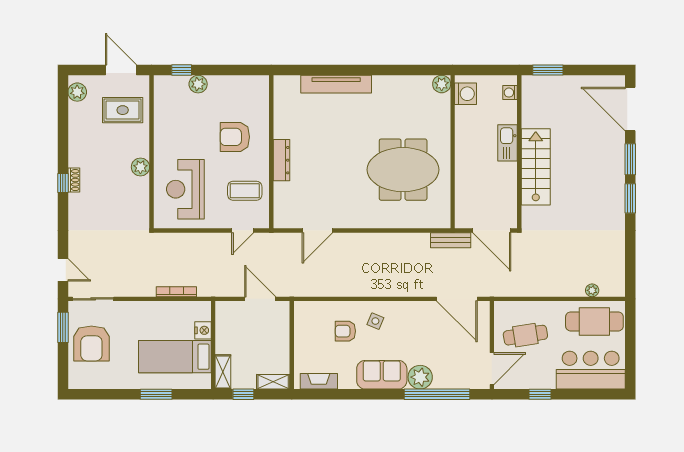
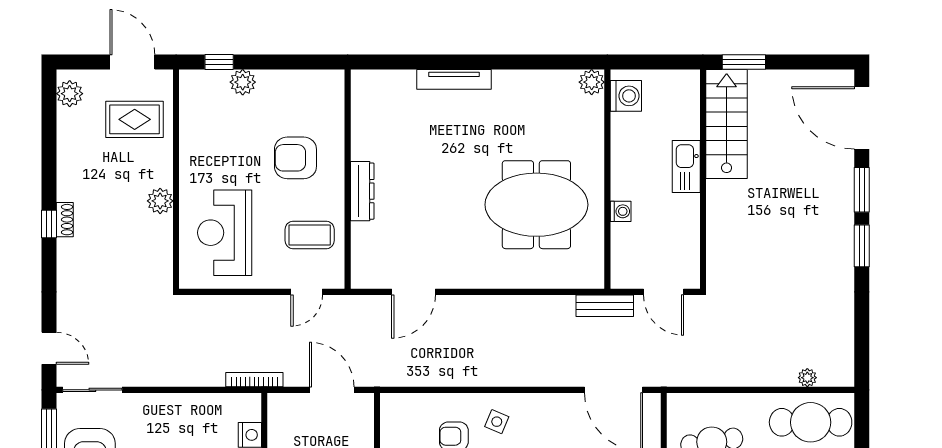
tv unit: (336, 84) -> (454, 79), width x0.73, depth x0.78
washing machine: (510, 93) -> (621, 211), moved, turned 180
stairs: (536, 167) -> (727, 124), moved
door: (492, 230) -> (663, 292), width x0.73
bookcase: (176, 292) -> (254, 380), moved

